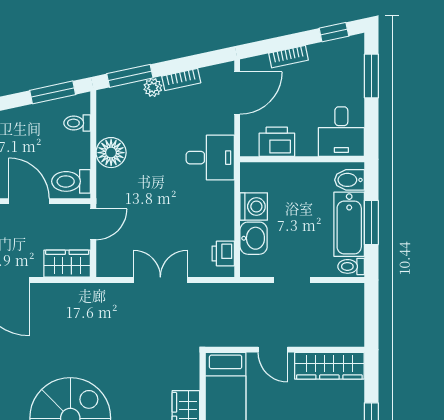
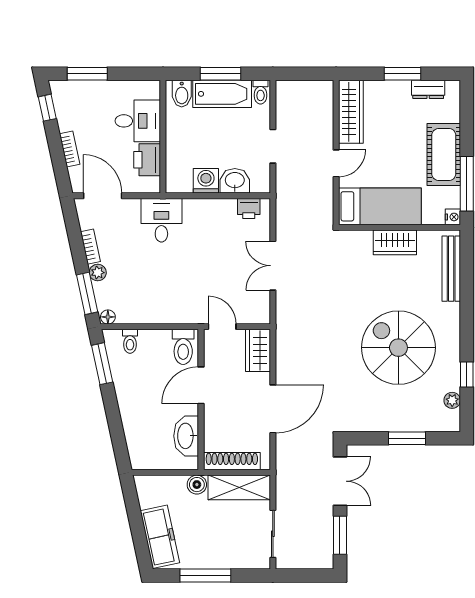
desk: (341, 132) -> (138, 121), moved
floor lamp: (111, 153) -> (108, 317), moved, width x0.53, depth x0.53

